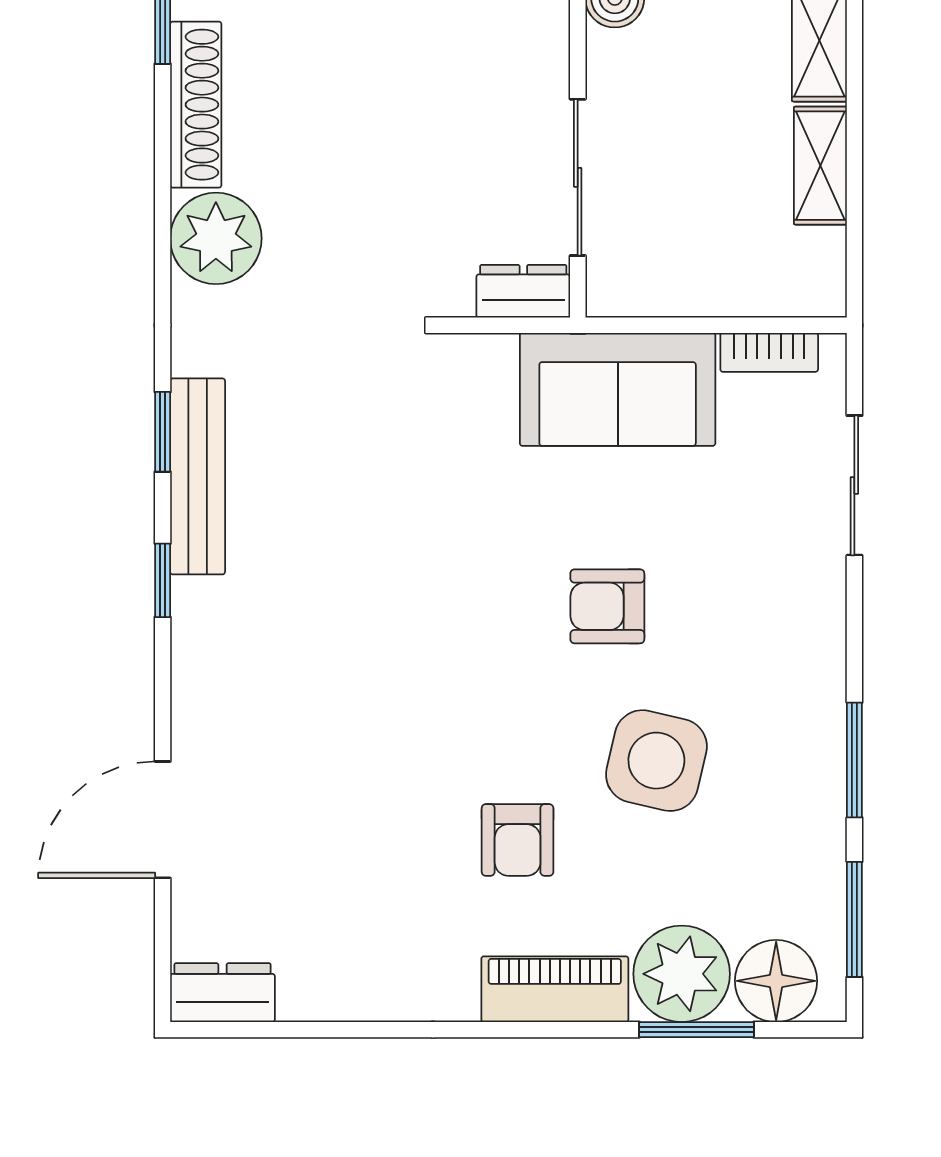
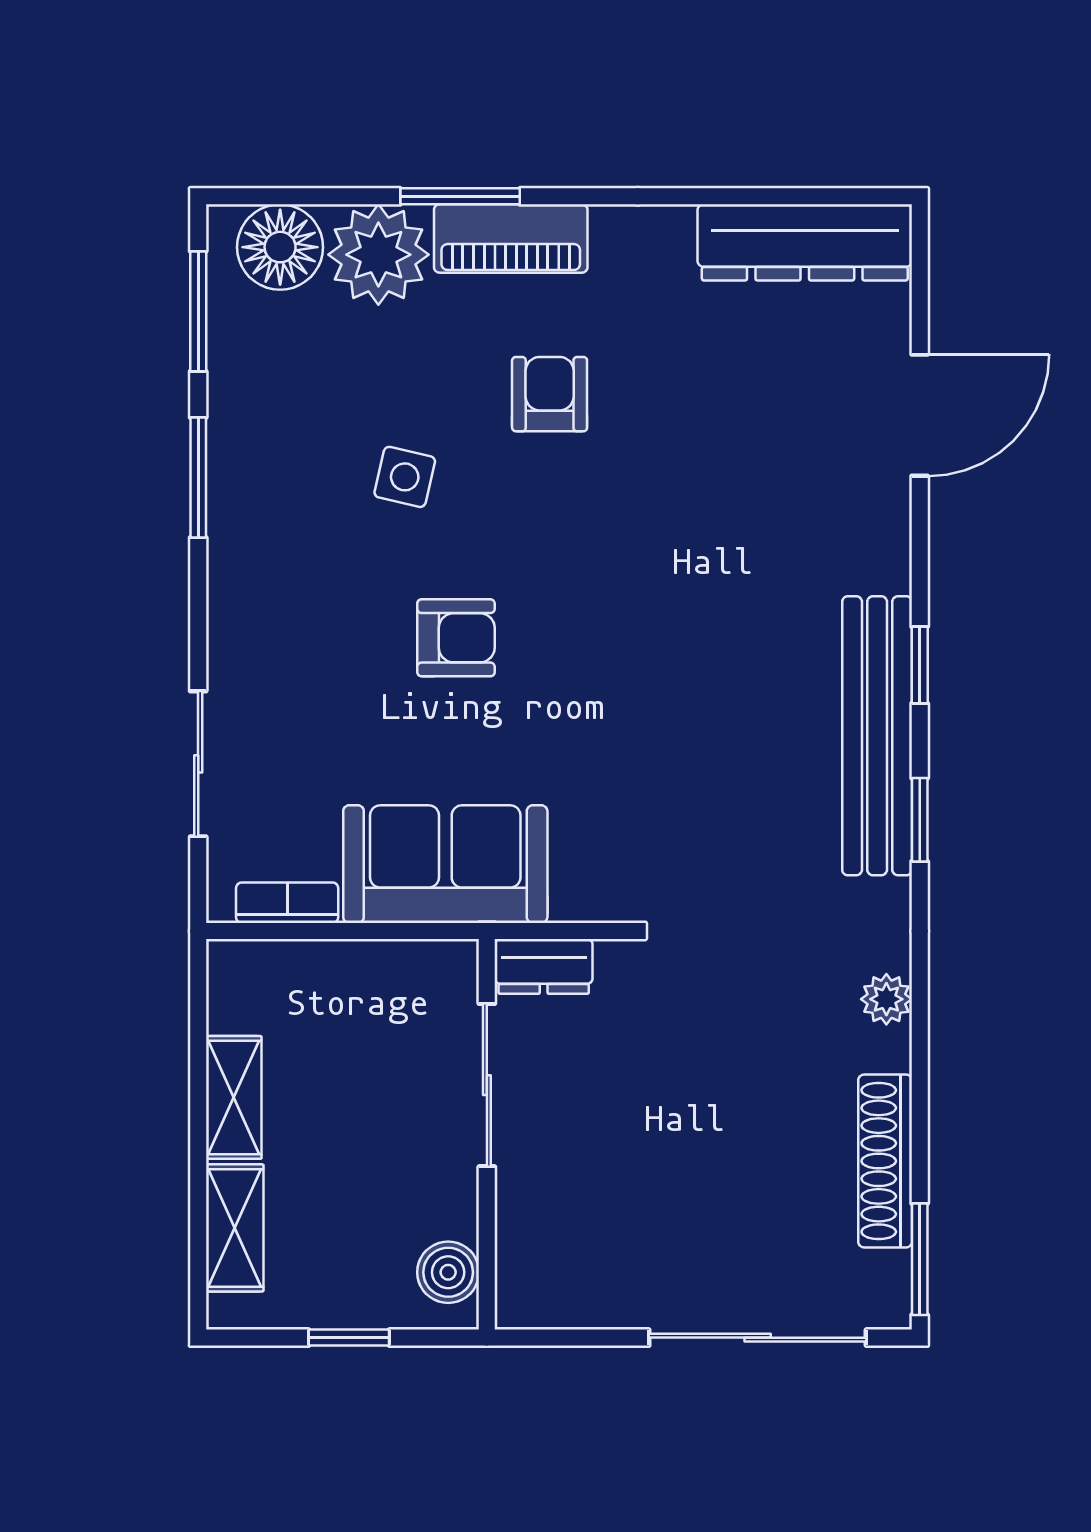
plant: (216, 238) -> (886, 999), width x0.53, depth x0.53
bench: (198, 476) -> (877, 736), width x1.37, depth x1.21
side table: (656, 761) -> (405, 477), width x0.54, depth x0.54
dresser: (222, 993) -> (805, 242), width x1.96, depth x1.24
window: (696, 1030) -> (460, 196), moved

